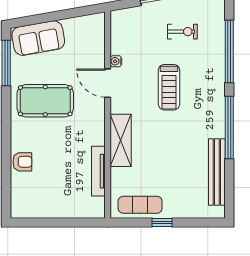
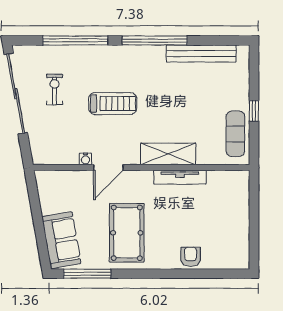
tv unit: (98, 171) -> (180, 177), moved

